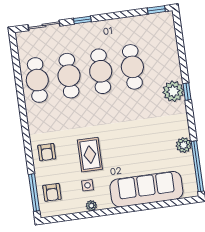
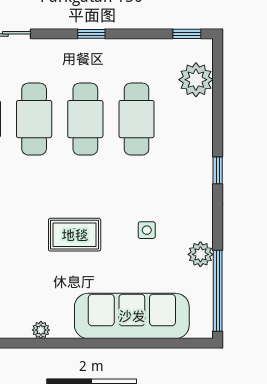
window: (82, 20) -> (91, 34), moved
plant: (173, 91) -> (196, 80), moved
rug: (90, 155) -> (75, 235), moved, turned 90
side table: (87, 185) -> (147, 230), moved

